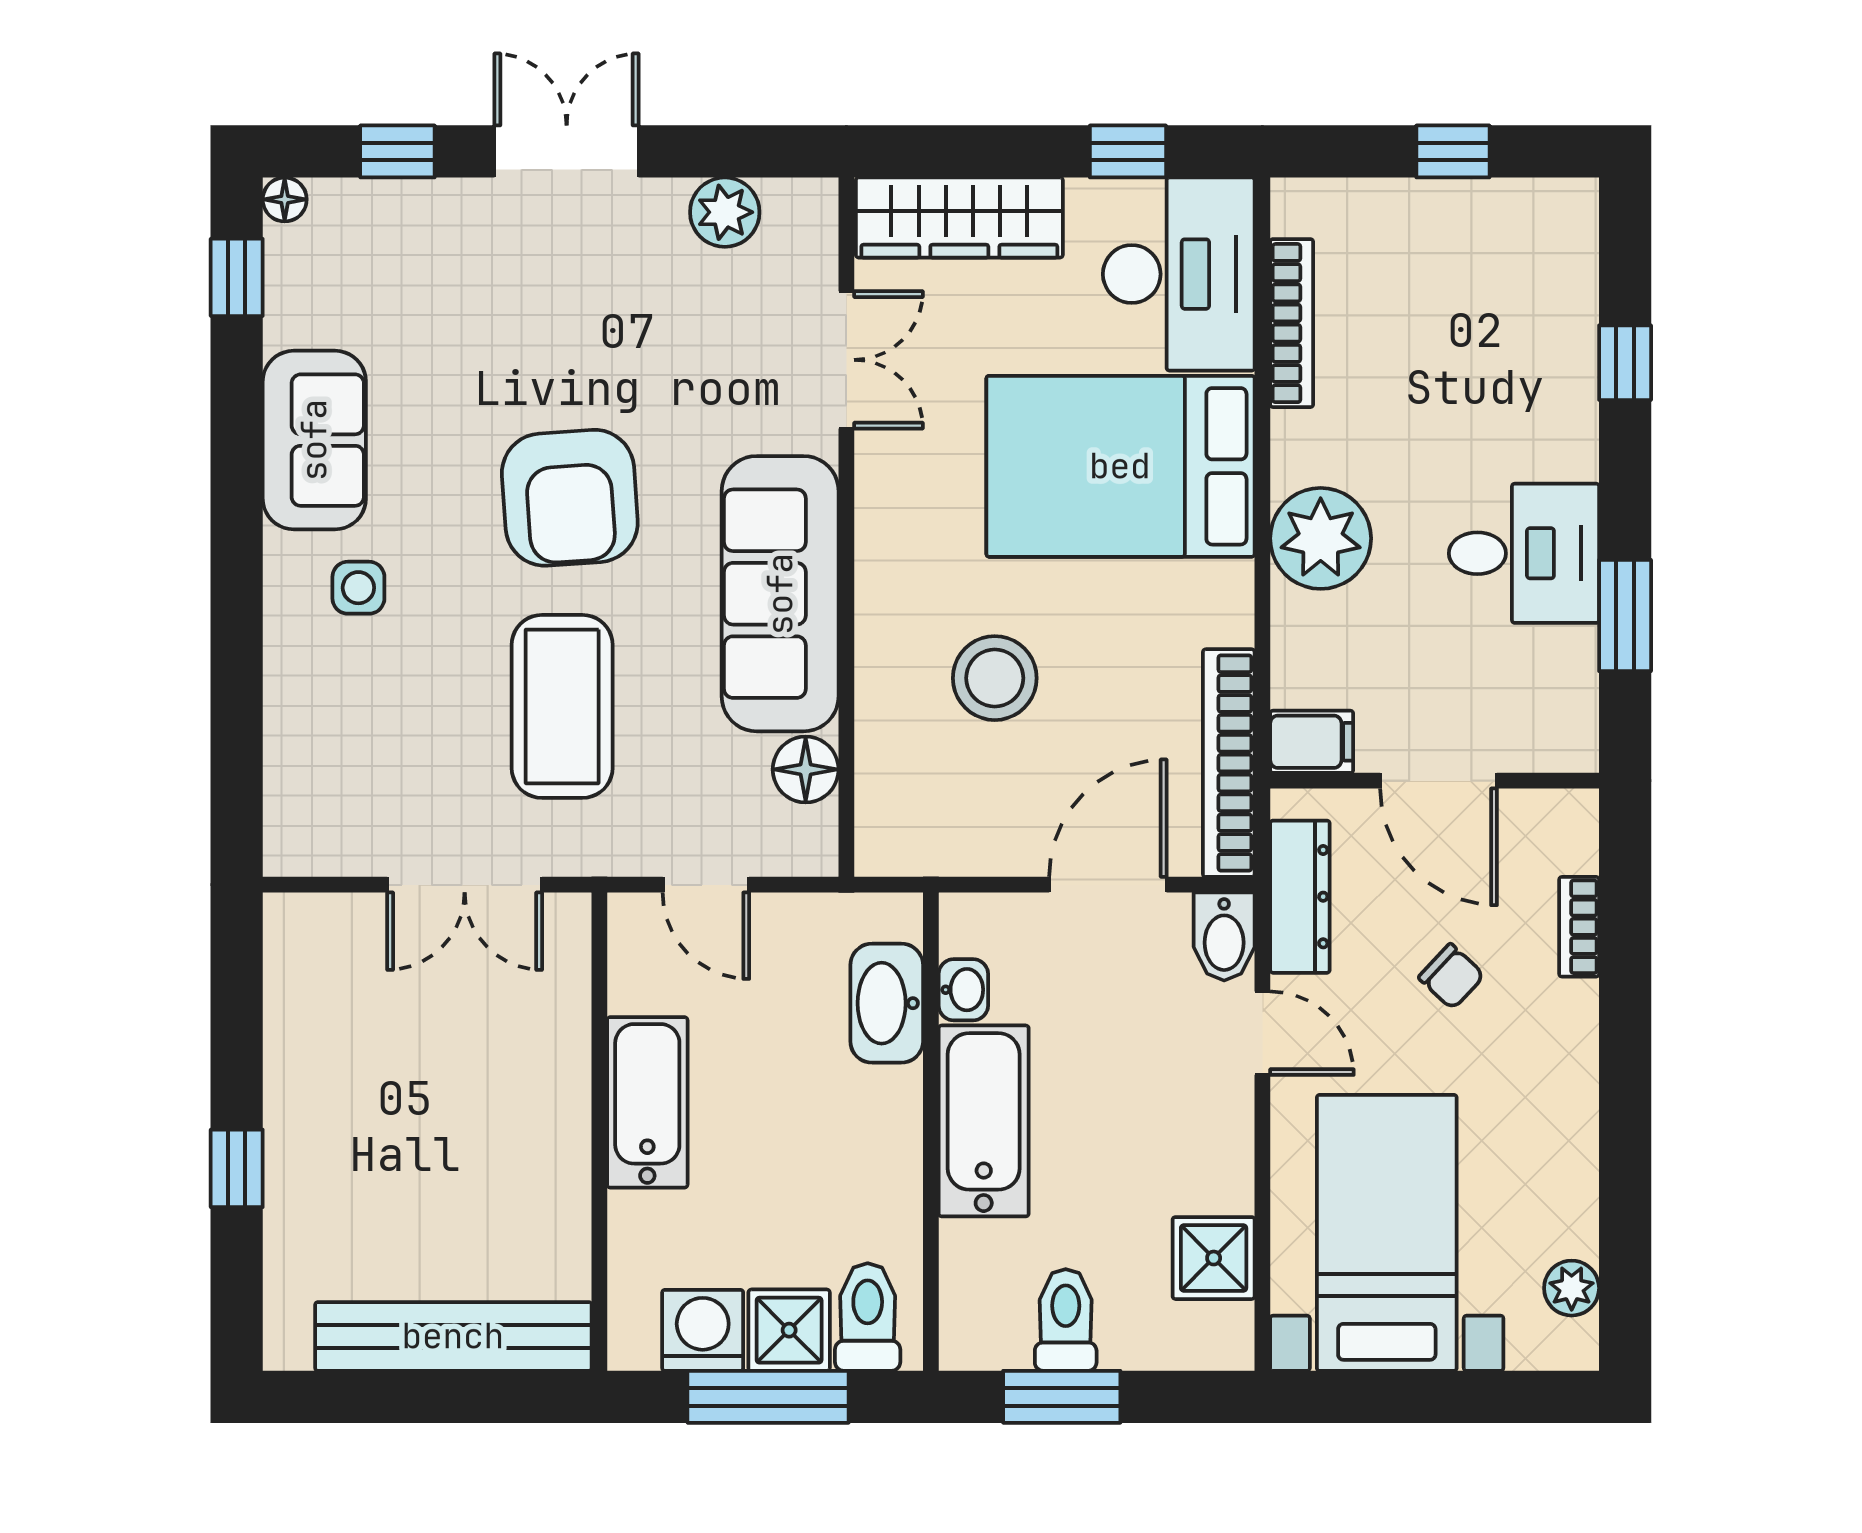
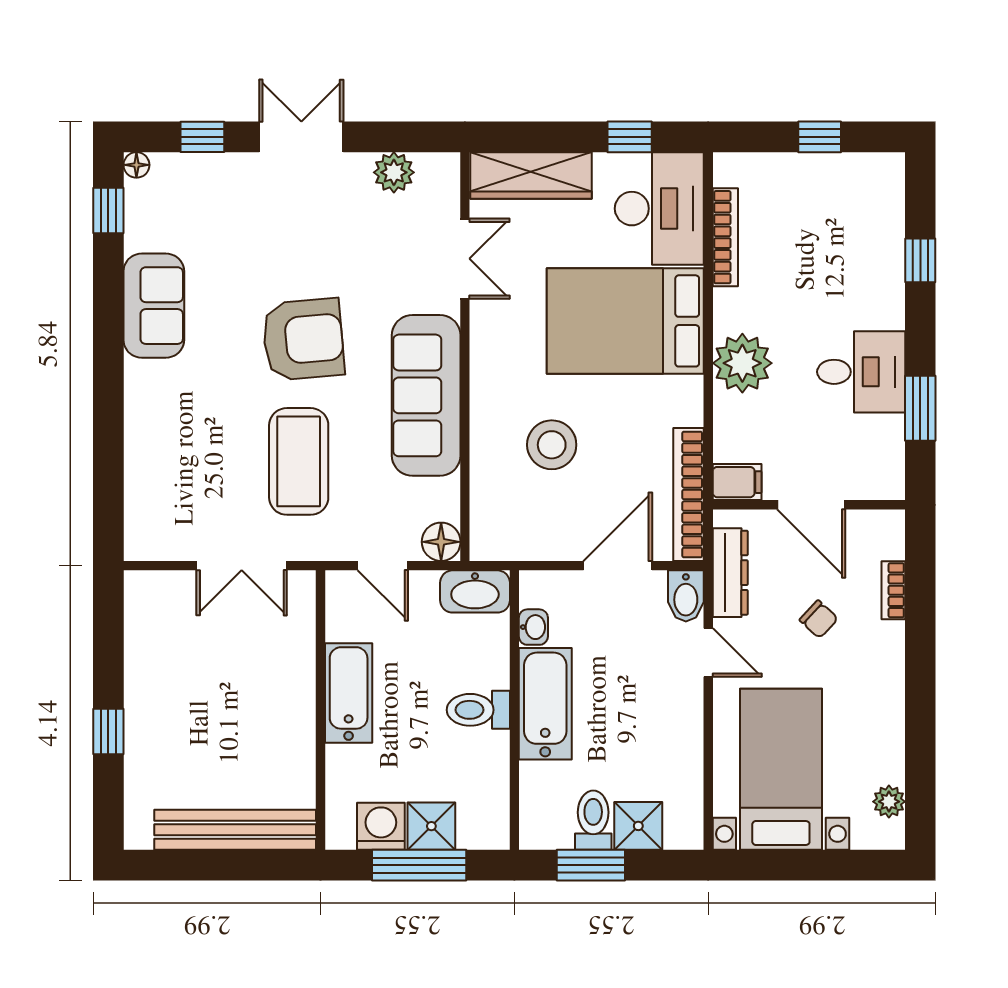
armchair: (570, 498) -> (303, 339), turned -91
side table: (358, 588) -> (180, 392), removed
floor lamp: (806, 769) -> (441, 542), moved
washbasin: (887, 1003) -> (475, 591), moved, turned -90
shower: (1214, 1258) -> (638, 826), moved
toilet: (868, 1317) -> (478, 710), moved, turned -90

